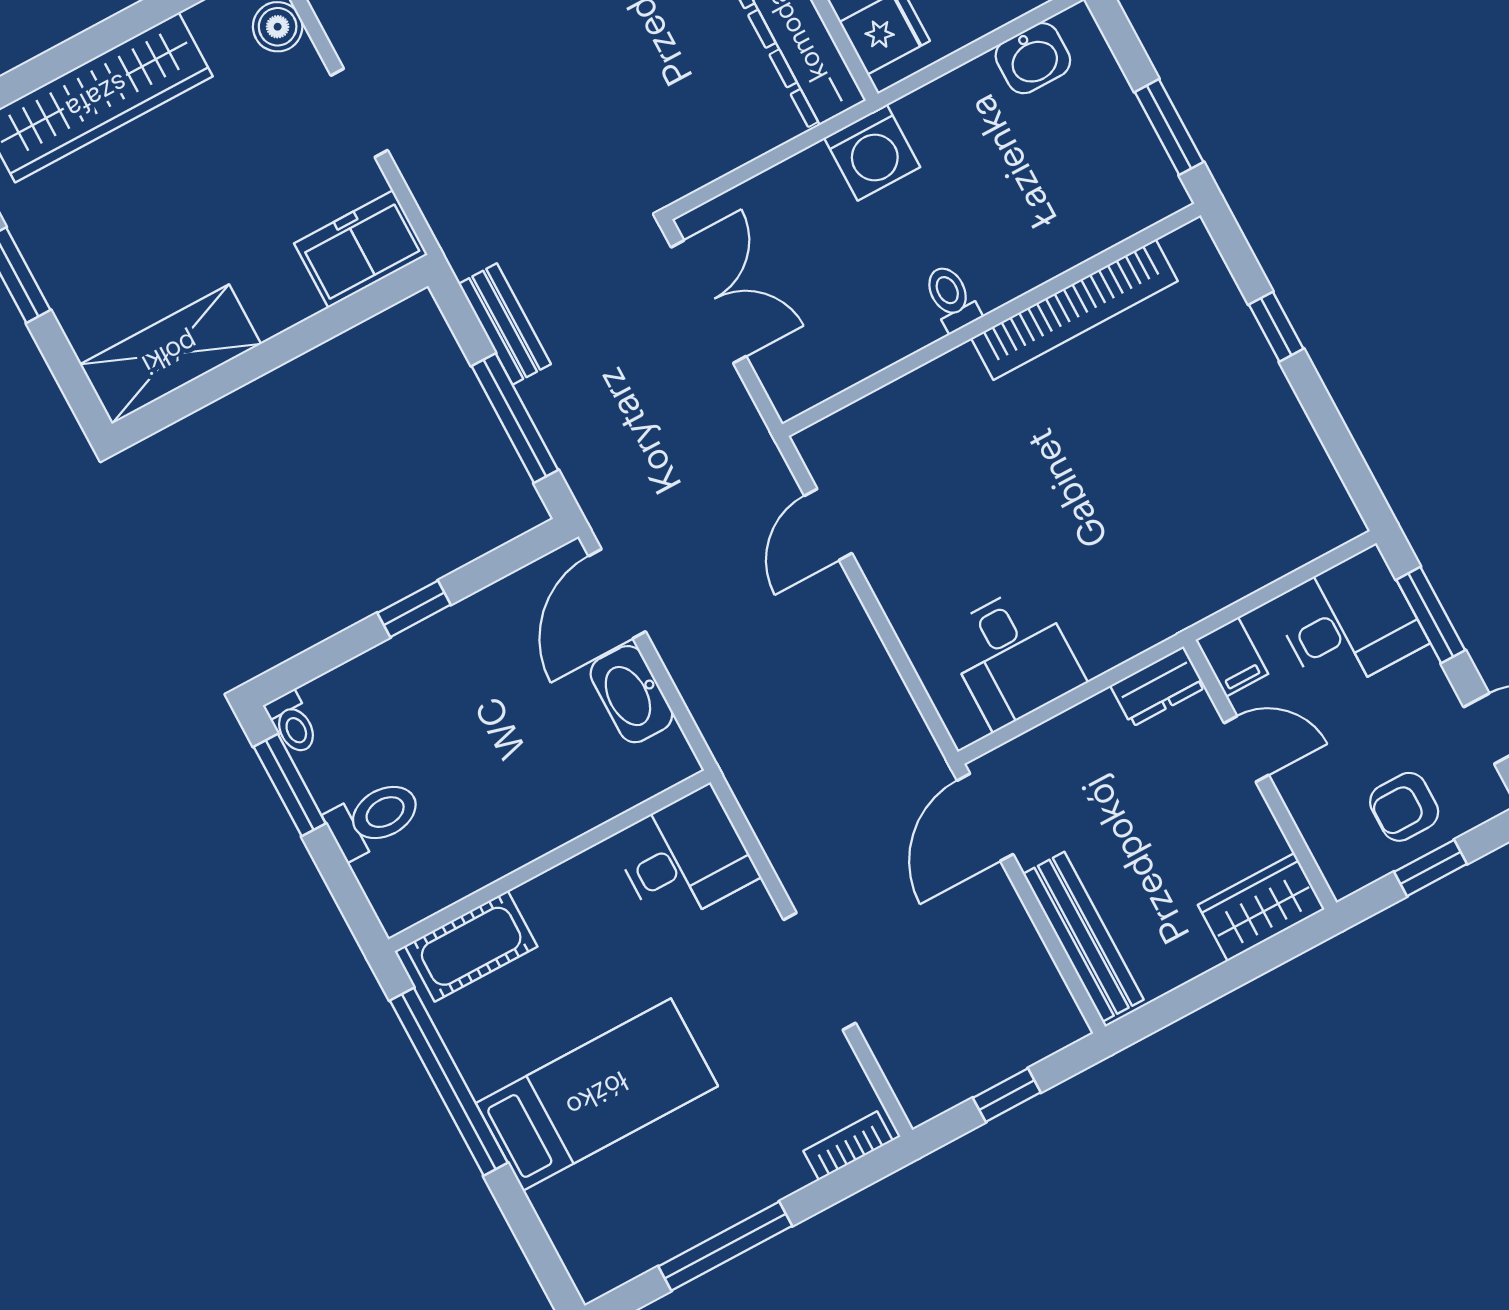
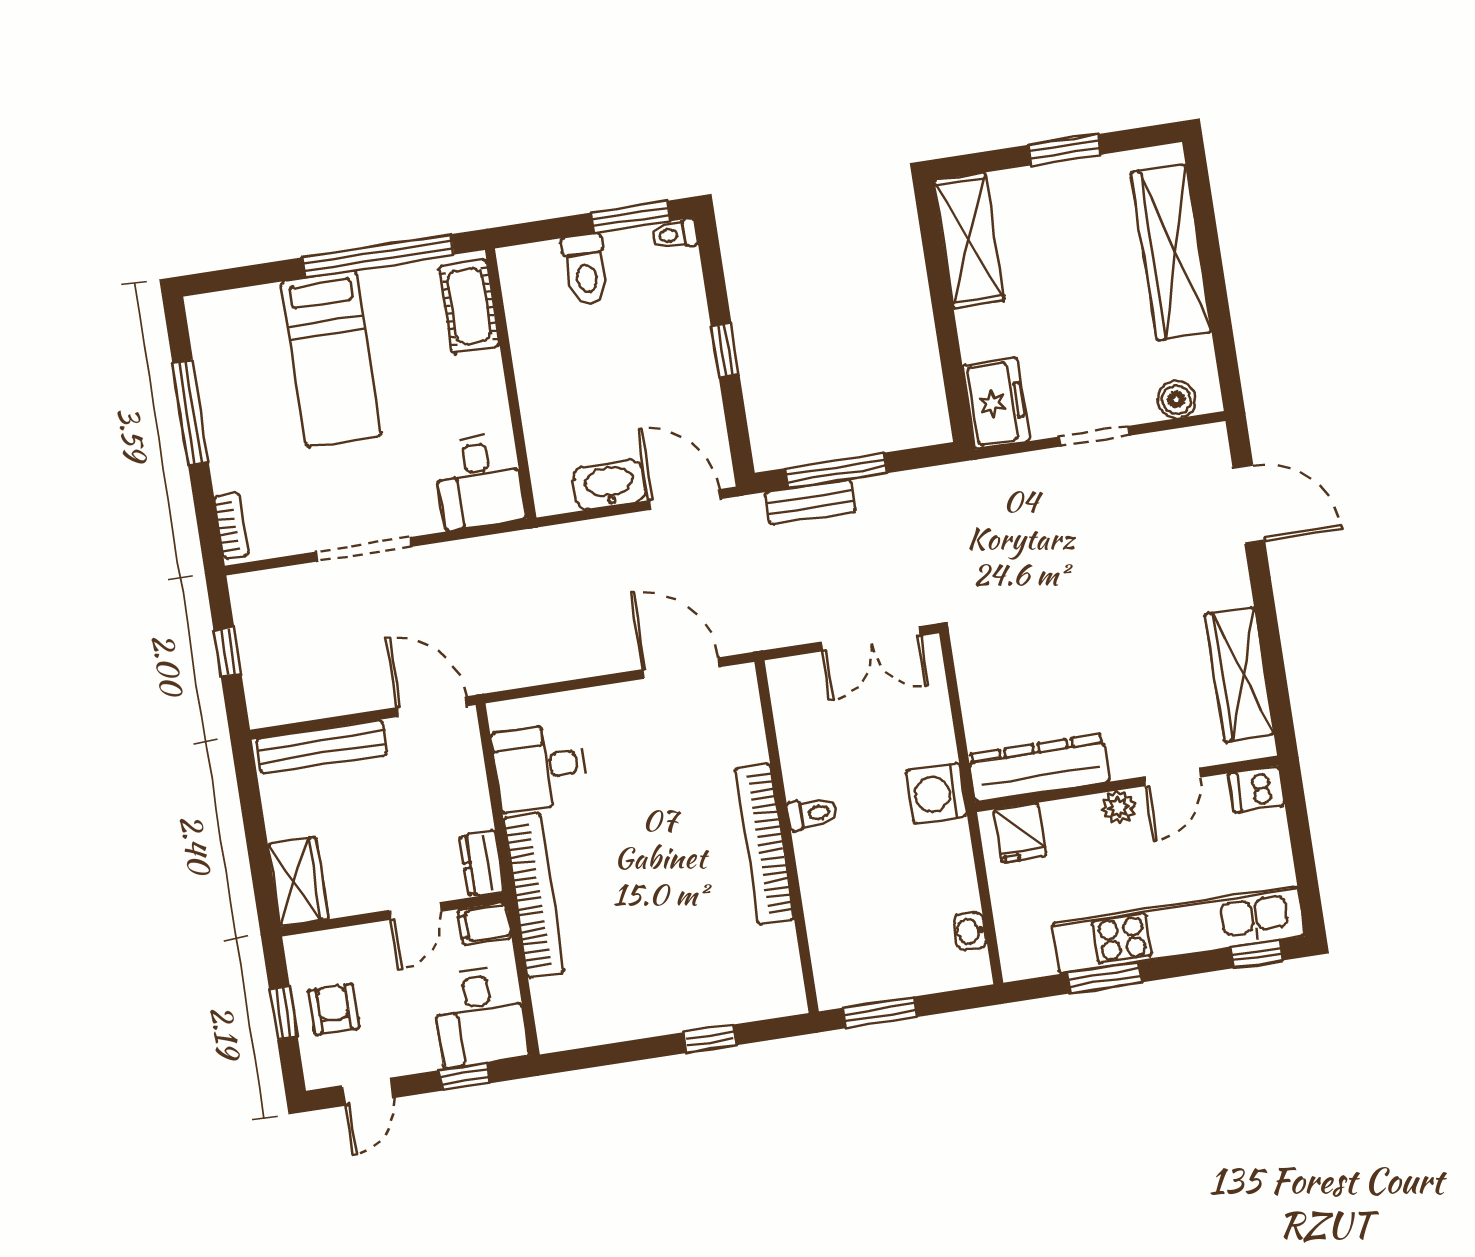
washbasin: (1033, 58) -> (970, 931), width x0.72, depth x0.69
bookcase: (1074, 310) -> (764, 844), moved
bench: (505, 324) -> (811, 502), moved
door: (828, 524) -> (681, 668), width x1.38
bookcase: (1175, 608) -> (534, 895), added
window: (1431, 615) -> (464, 1077), width x0.67

